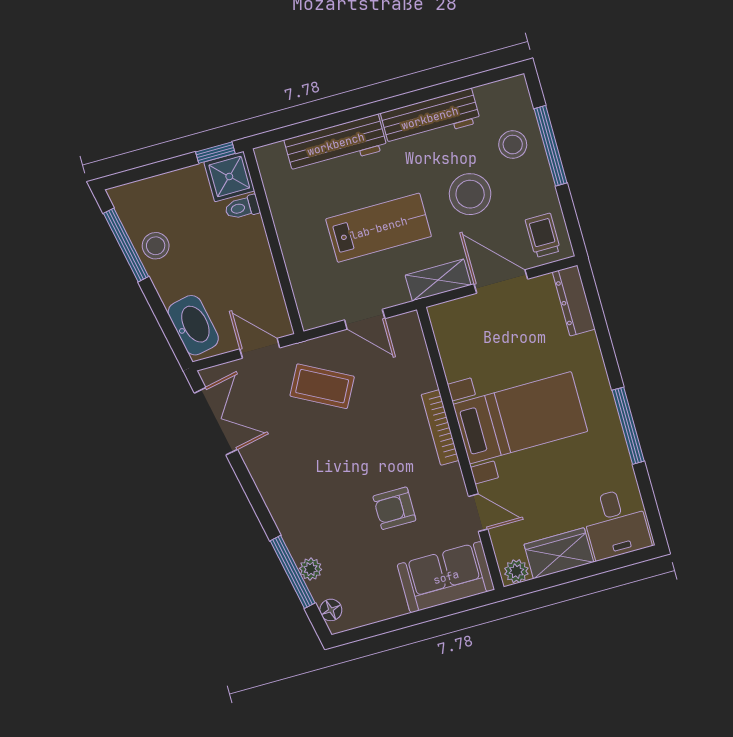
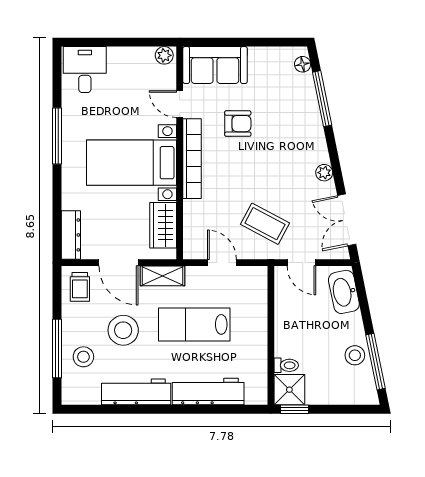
bookcase: (440, 427) -> (192, 159), width x1.48, depth x1.31
wardrobe: (559, 553) -> (163, 225), moved, turned 90
plant: (311, 569) -> (324, 173), moved

